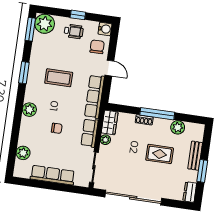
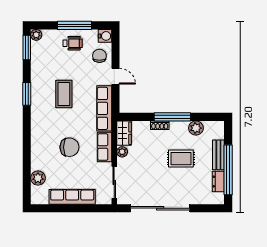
window: (78, 15) -> (74, 25), width x2.17
plant: (45, 24) -> (36, 35), width x0.53, depth x0.53
coffee table: (59, 78) -> (64, 94), turned 90
plant: (29, 110) -> (38, 132), removed
chair: (57, 128) -> (69, 147), width x1.87, depth x1.87
window: (202, 171) -> (228, 170), width x2.11
dresser: (190, 192) -> (218, 182), moved

